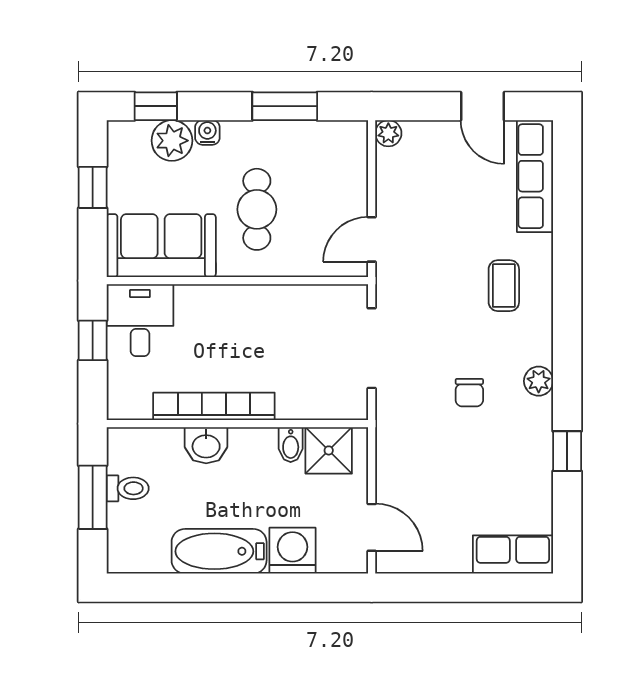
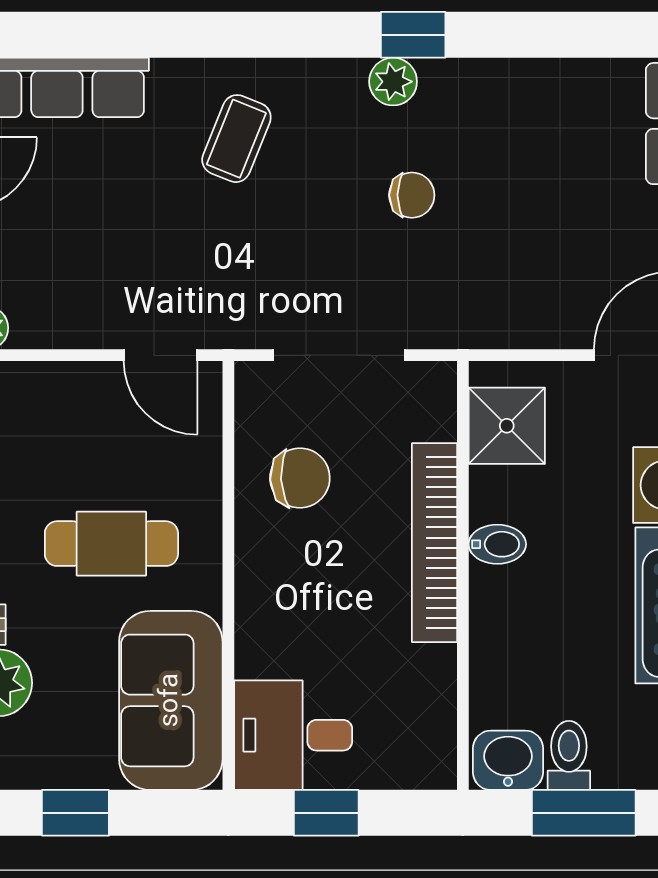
coffee table: (504, 286) -> (236, 139), turned -68
chair: (297, 324) -> (300, 478), added
bookcase: (214, 406) -> (435, 543), moved
washbasin: (206, 445) -> (508, 760), moved, turned -90
bidet: (291, 445) -> (497, 544), moved
window: (567, 451) -> (413, 35), moved

